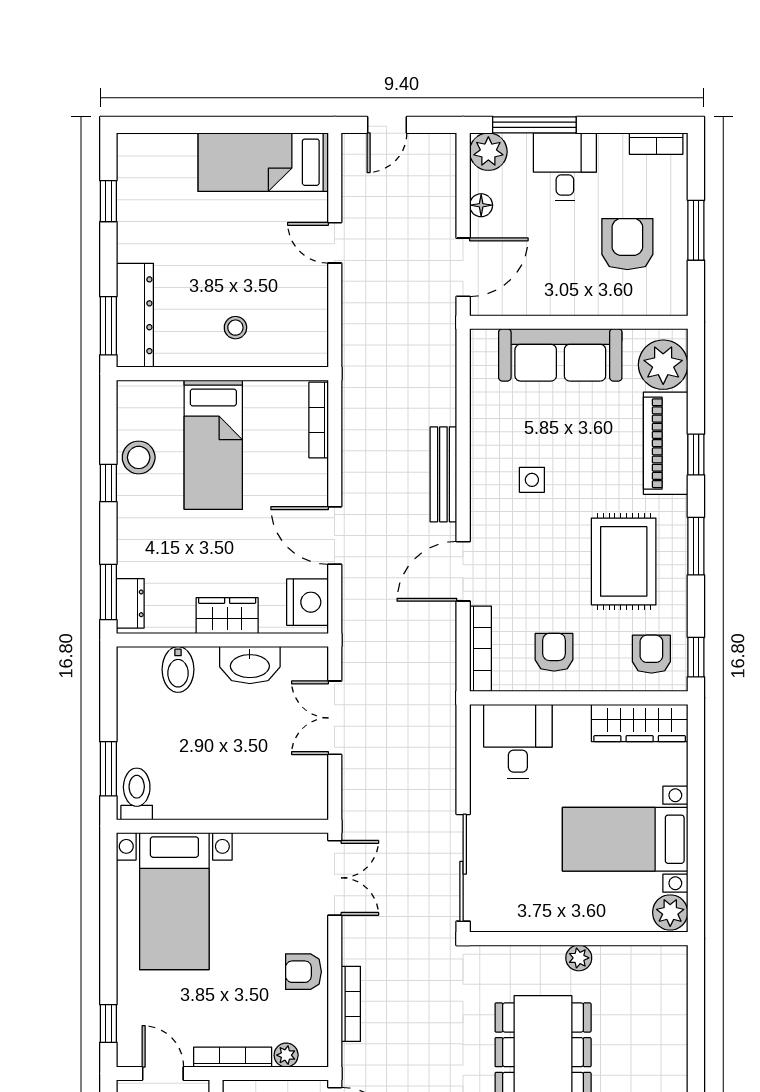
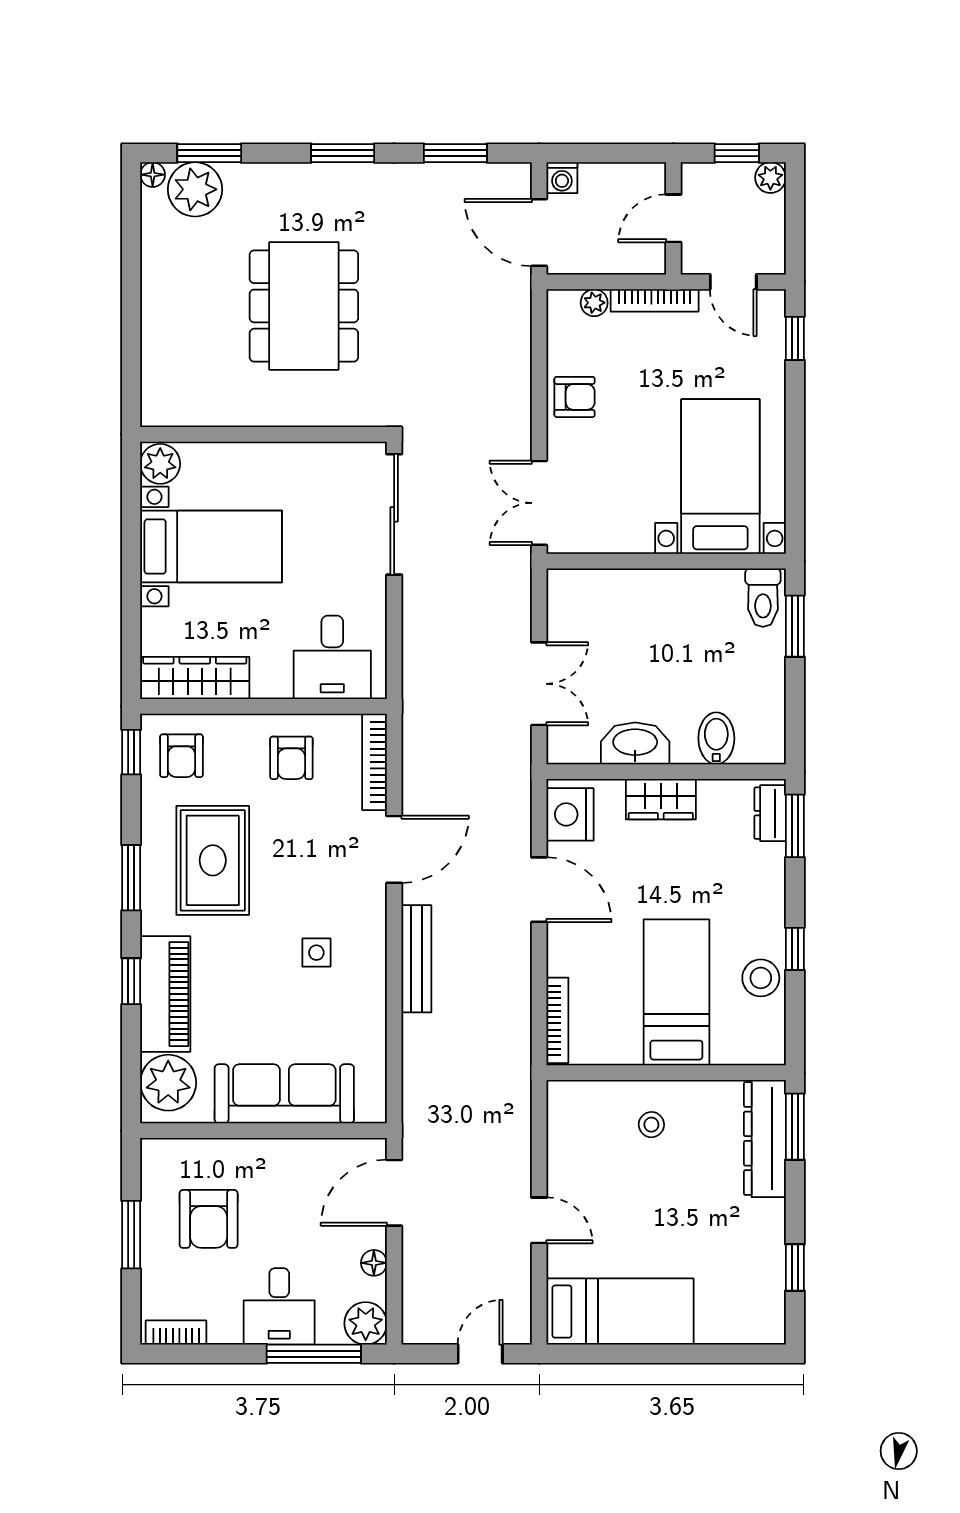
plant: (579, 958) -> (263, 412), removed
bookcase: (351, 1004) -> (521, 361), removed

